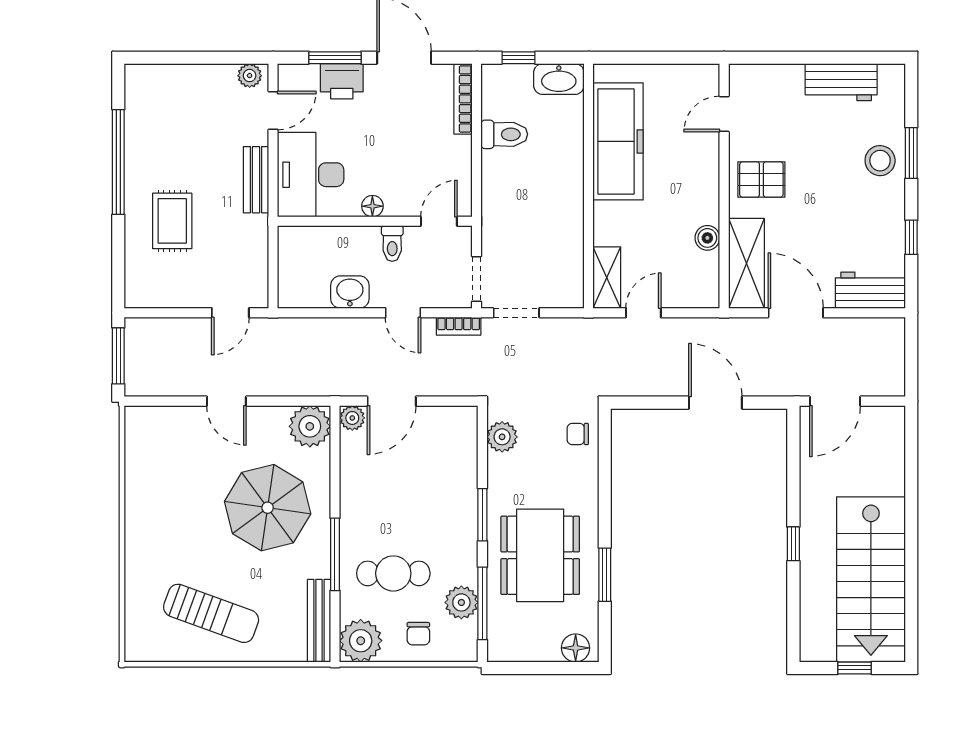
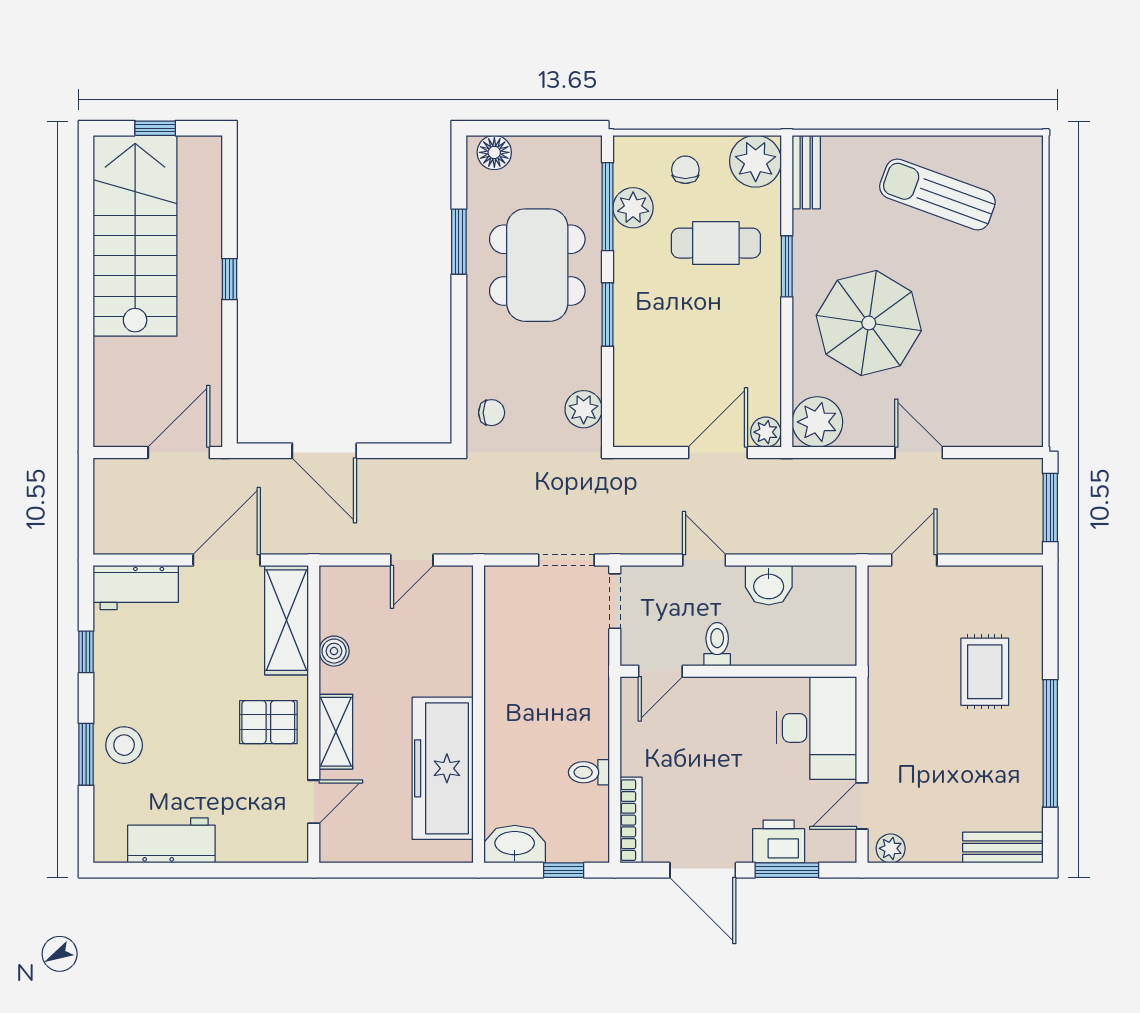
toilet: (504, 134) -> (589, 772), width x0.73, depth x0.72
bench: (256, 180) -> (1003, 848), moved, turned 90
floor lamp: (372, 206) -> (741, 690), removed
shelving: (607, 278) -> (336, 732), moved
door: (796, 313) -> (227, 560), swing flipped
bookcase: (459, 326) -> (636, 544), removed
window: (335, 554) -> (787, 266), width x0.69
bench: (319, 621) -> (806, 172), width x0.73

